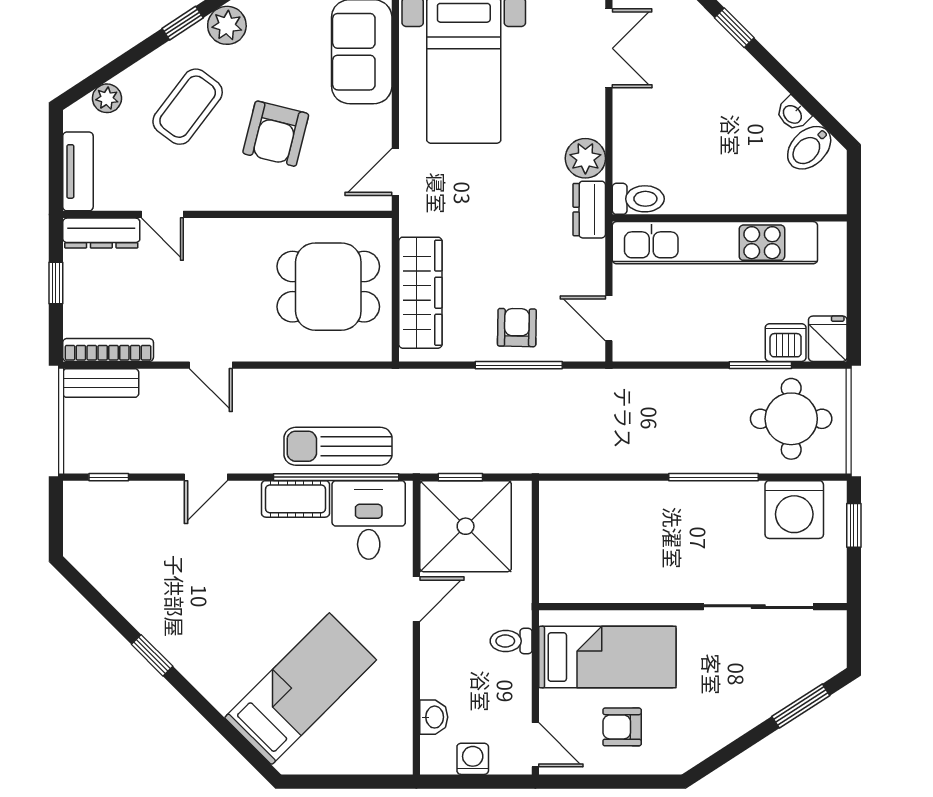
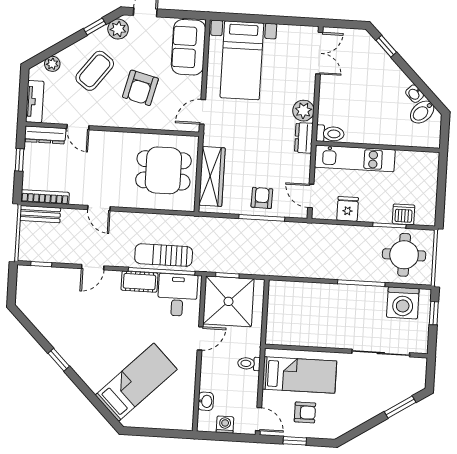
kitchen unit: (715, 243) -> (355, 158), width x0.73
fridge: (828, 339) -> (348, 209), moved
armchair: (622, 727) -> (305, 412), turned 180
window: (606, 782) -> (295, 441), added

